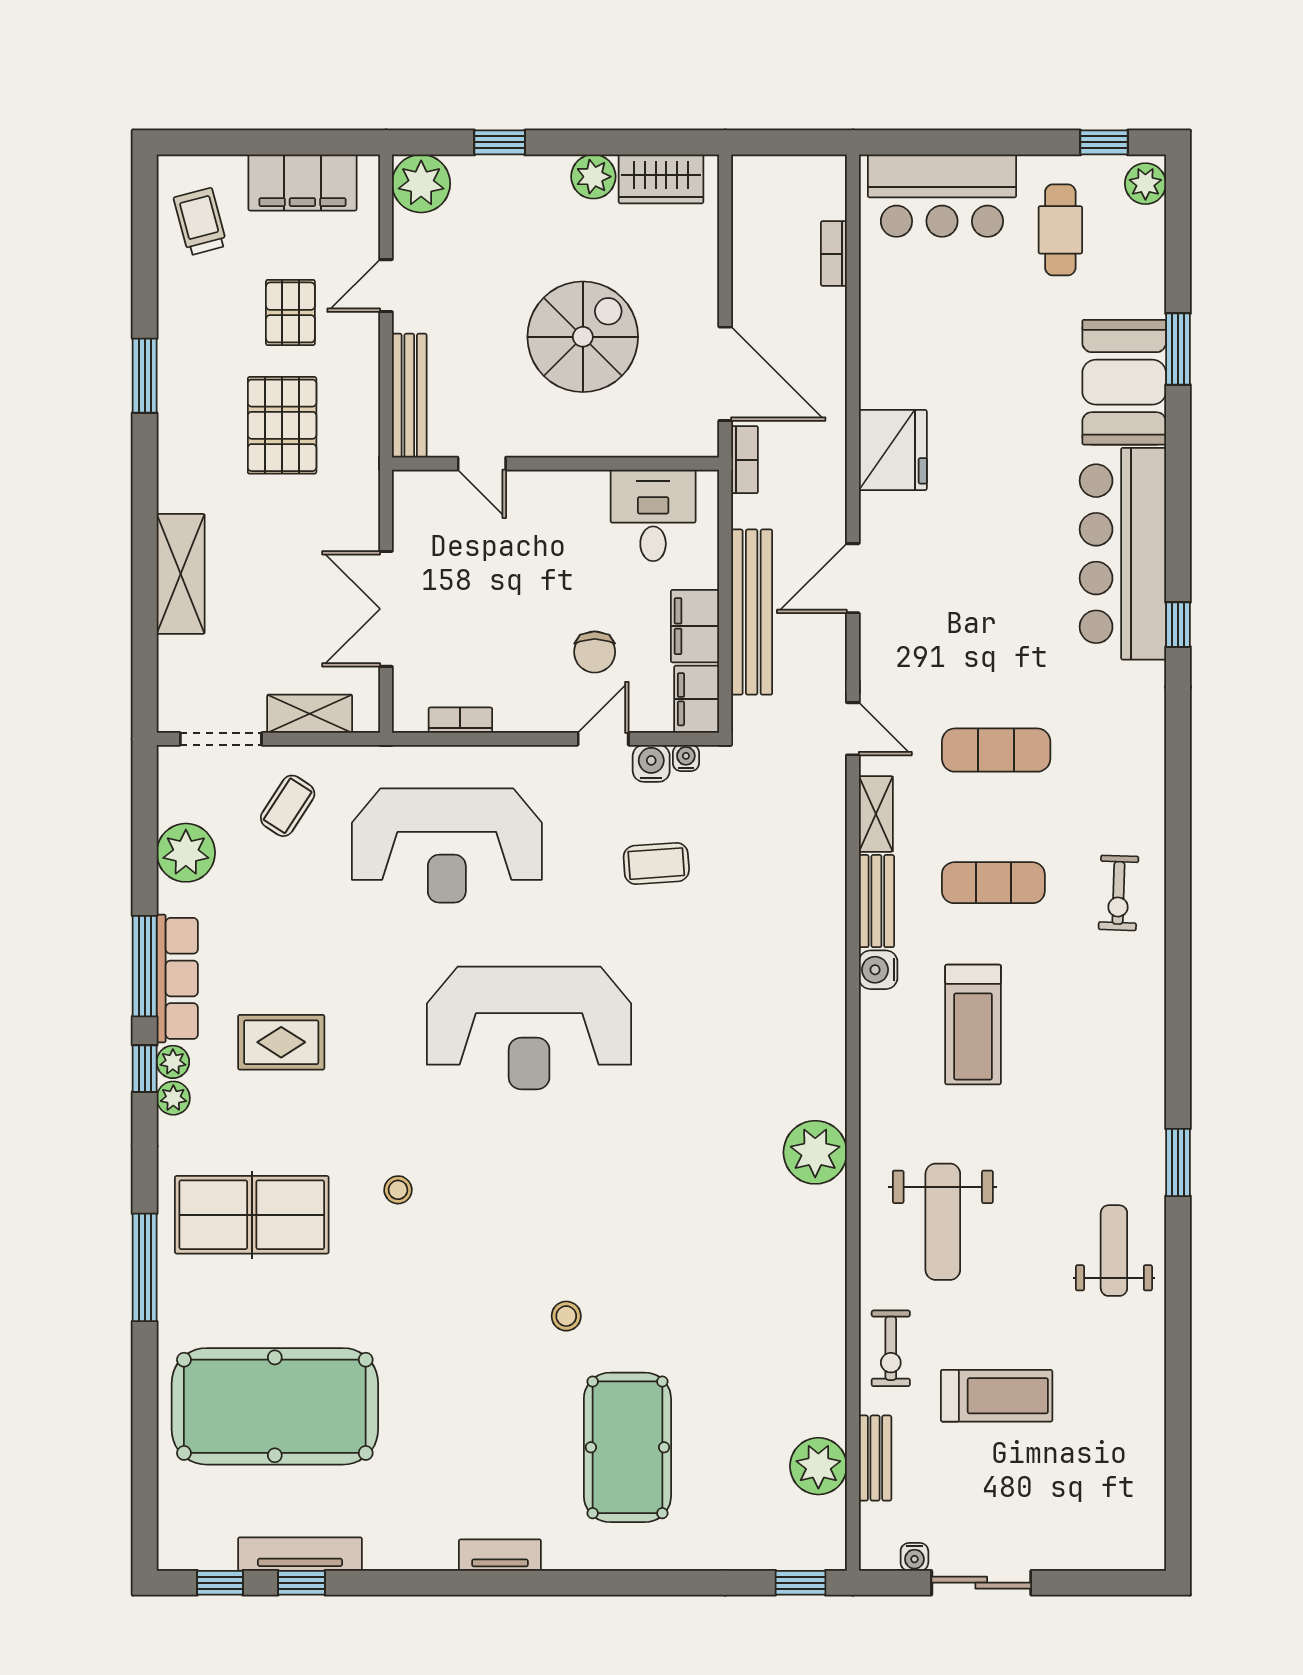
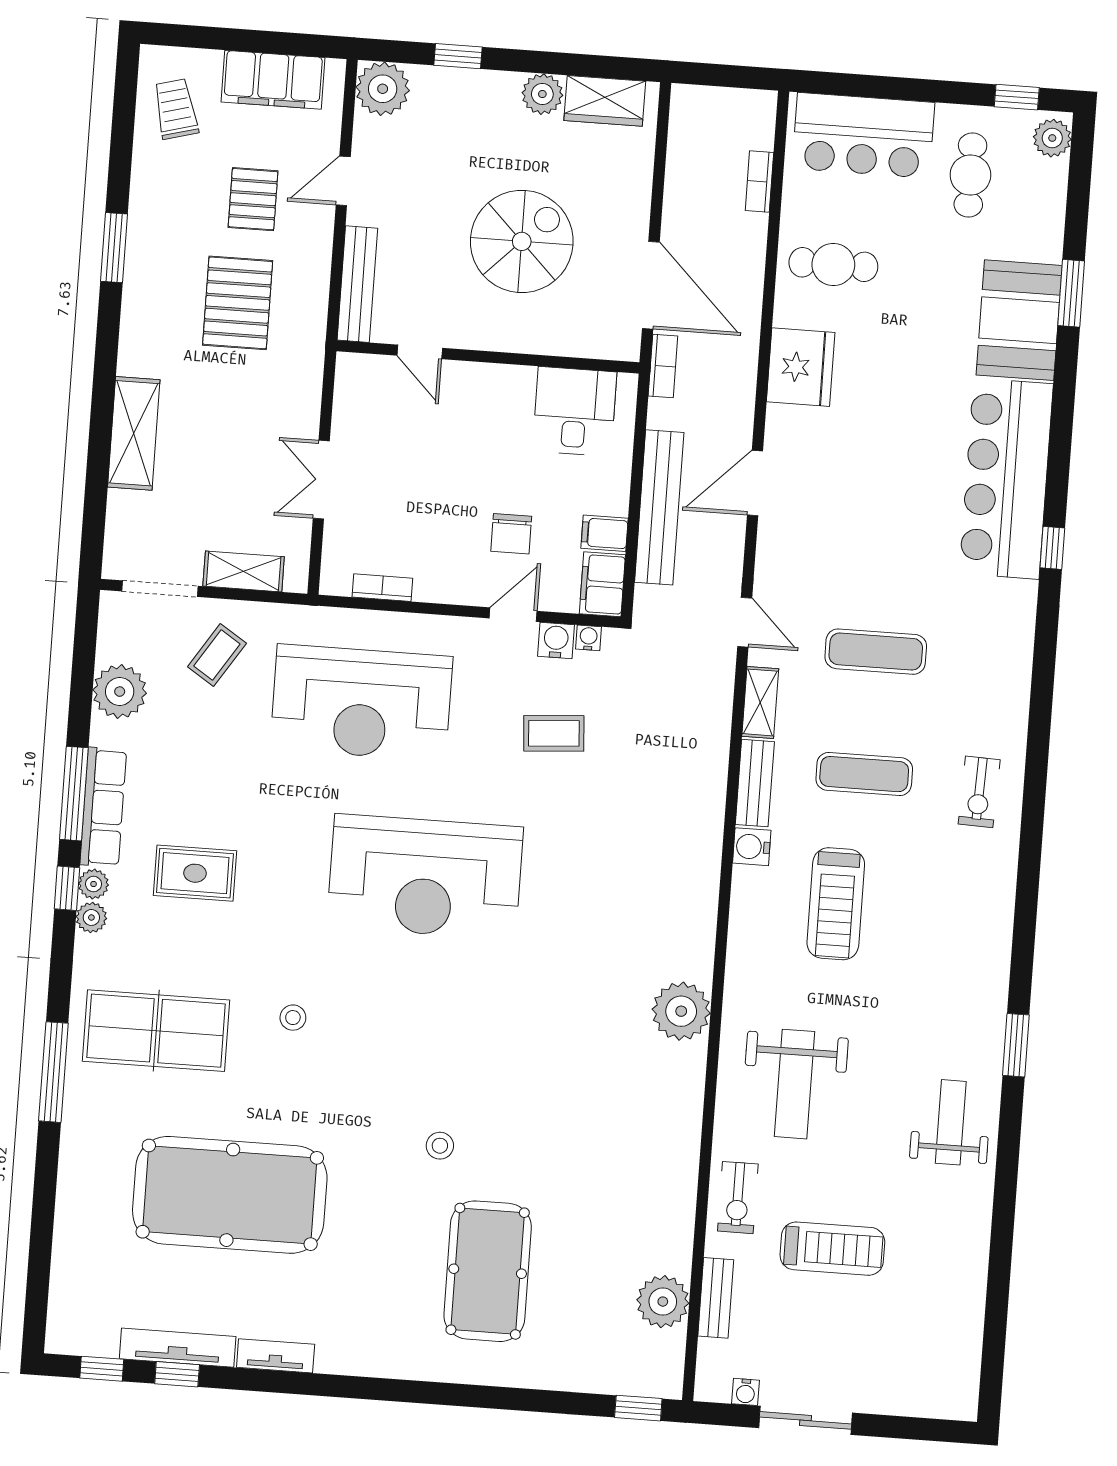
cafe table: (920, 337) -> (833, 265), added
double door: (386, 609) -> (321, 480), width x0.73
filing cabinet: (695, 626) -> (605, 533), width x0.50
pool table: (275, 1406) -> (230, 1195), moved
tv unit: (500, 1555) -> (276, 1356), moved

